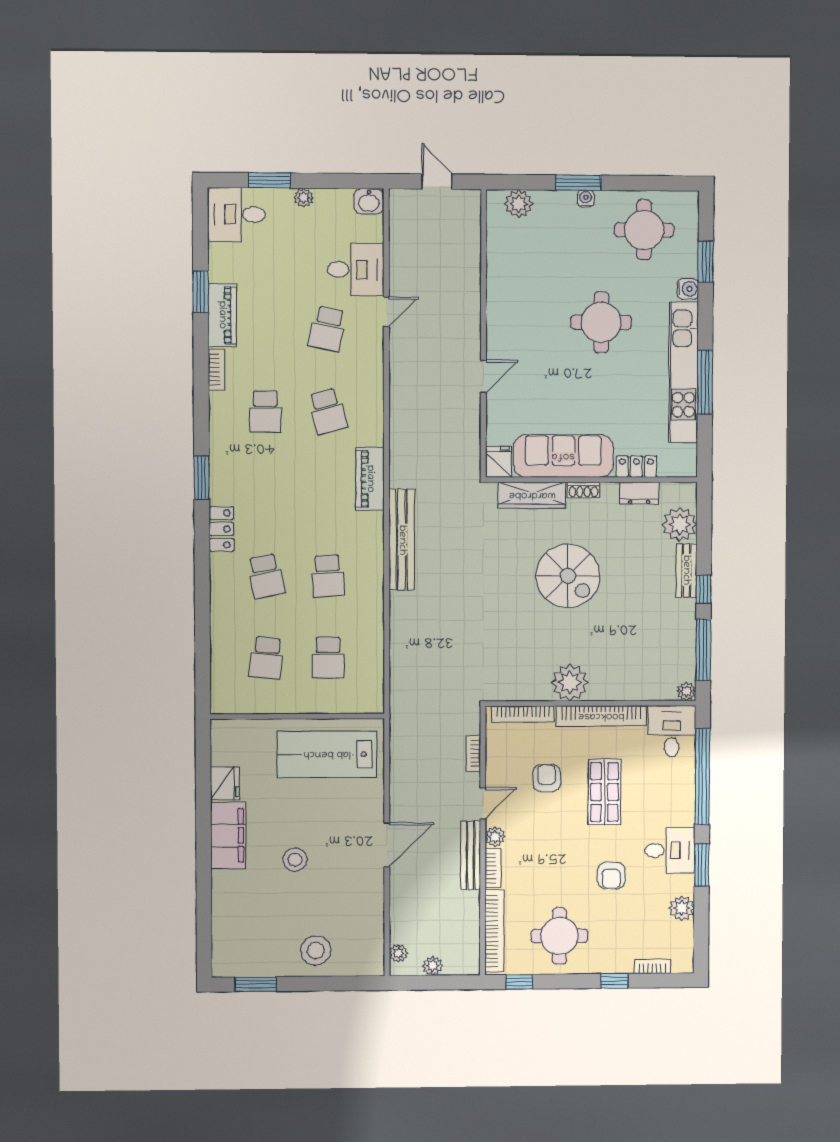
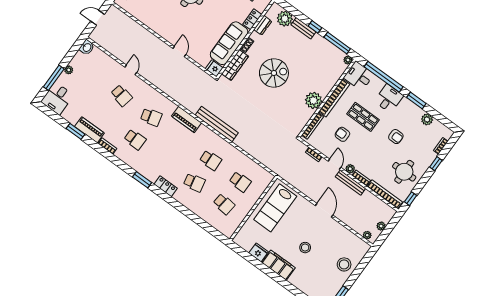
window: (269, 180) -> (54, 78), width x1.44
desk: (356, 269) -> (108, 70), removed
desk: (670, 850) -> (389, 98), moved

